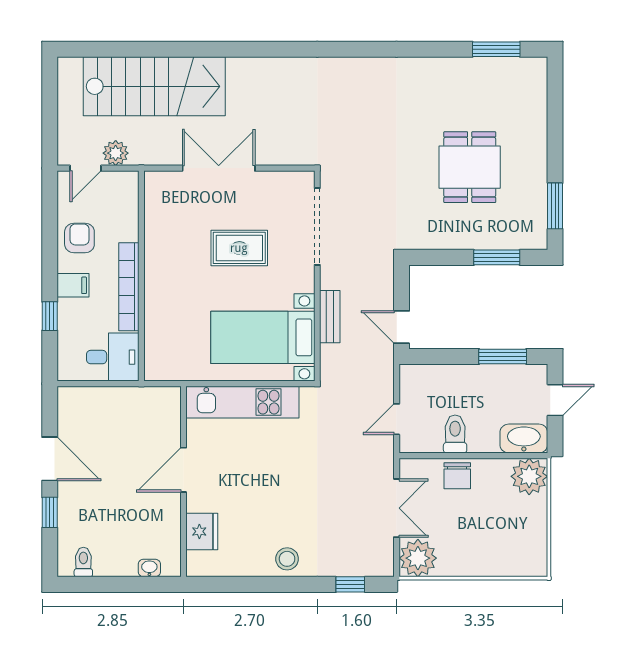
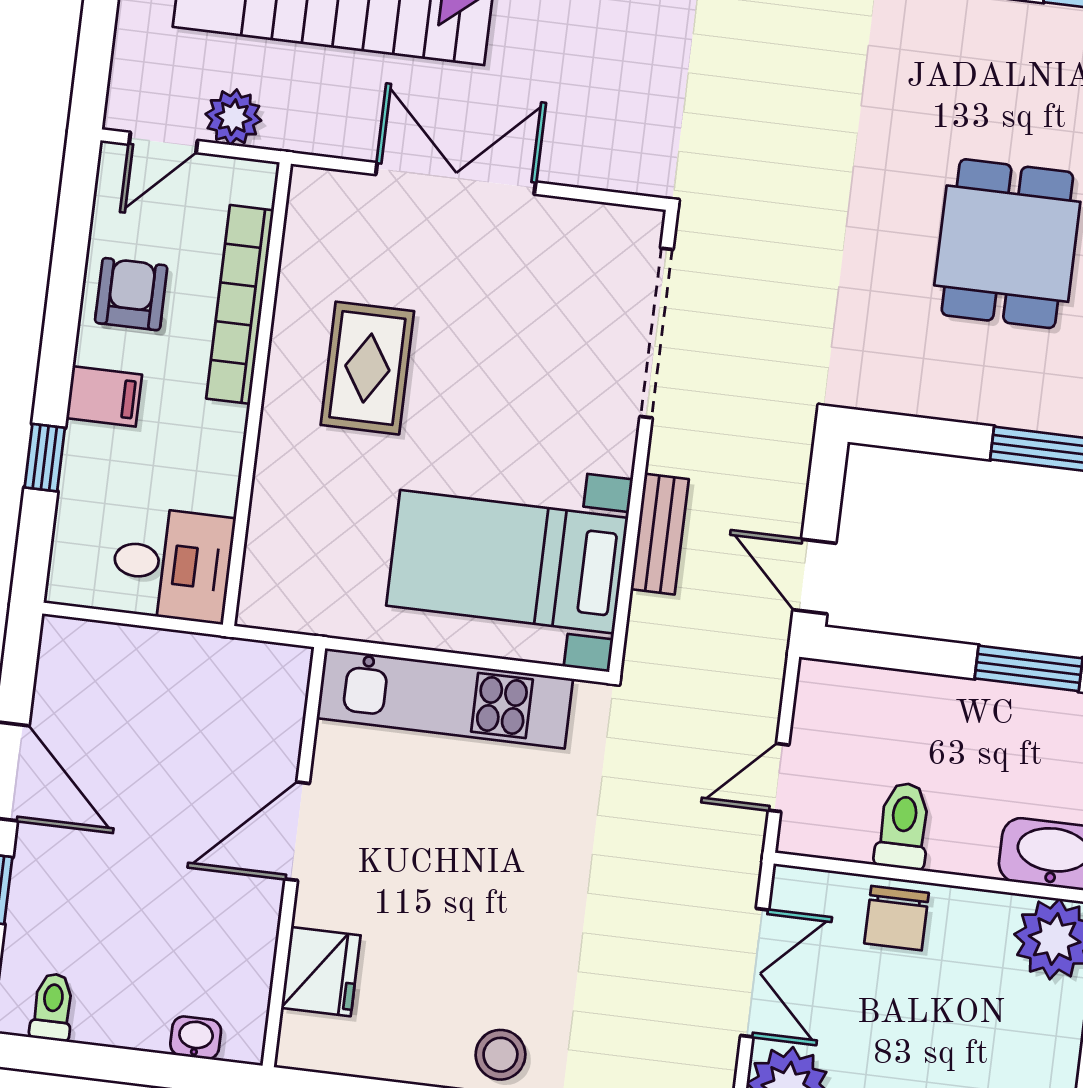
rug: (239, 248) -> (367, 368), moved, turned 90
bookcase: (129, 287) -> (240, 304), moved

